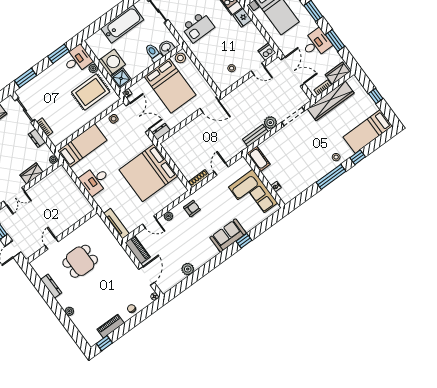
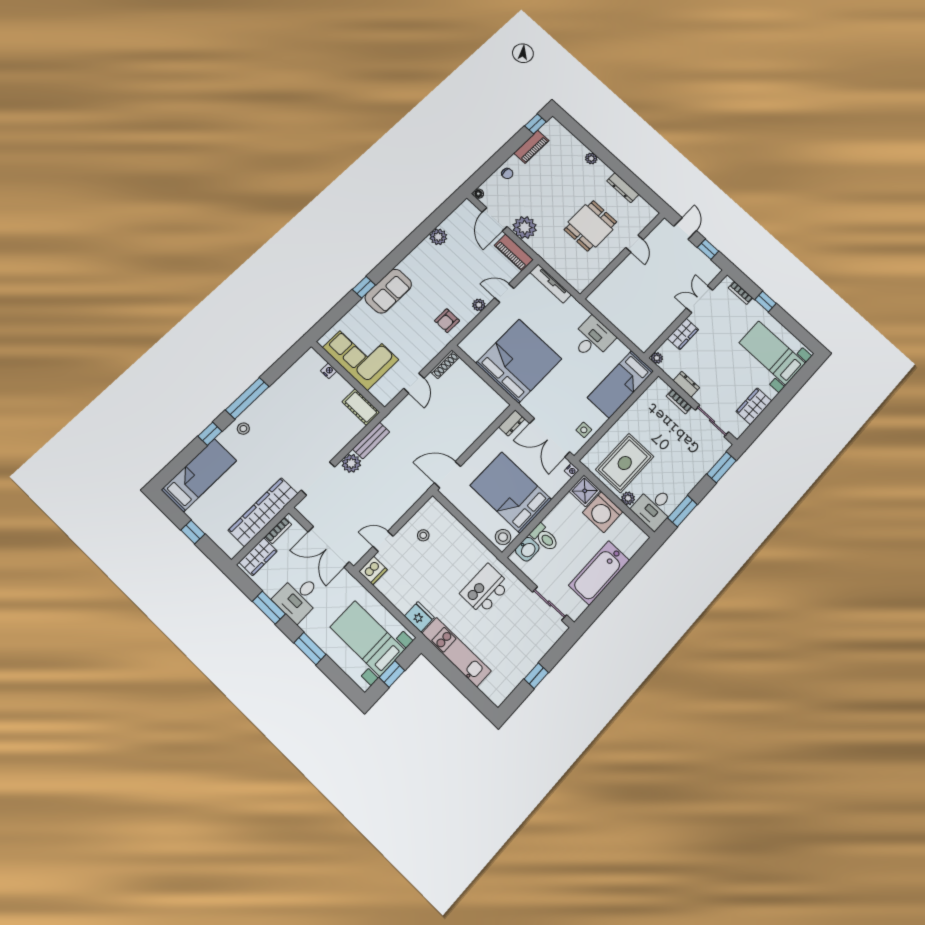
plant: (127, 267) -> (525, 227), added

